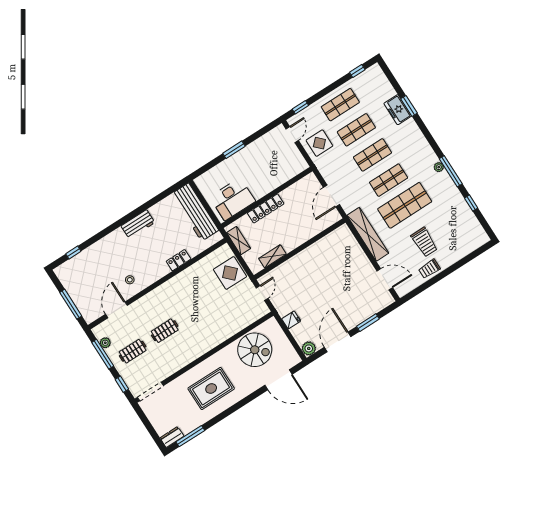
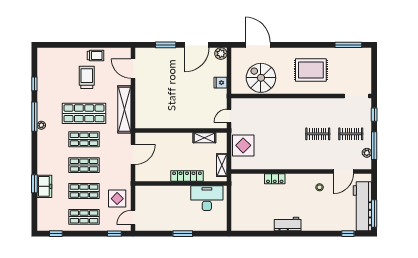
workbench: (195, 212) -> (362, 206), moved, turned 180
window: (71, 304) -> (374, 213), moved
dresser: (172, 437) -> (362, 53), removed

